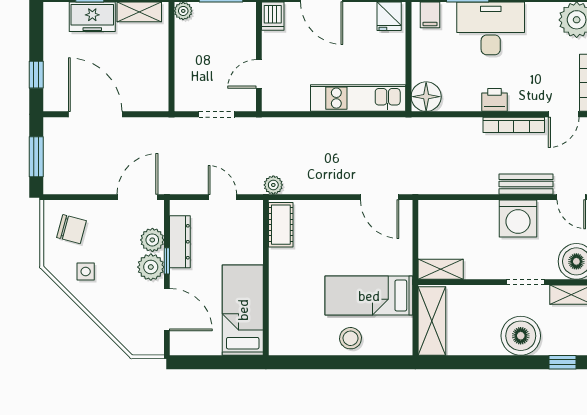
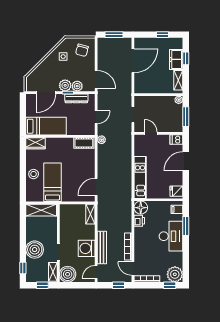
window: (36, 75) -> (162, 35), moved
printer: (494, 100) -> (139, 221), moved
bench: (526, 184) -> (102, 248), width x1.36
shelving: (441, 269) -> (90, 214), moved
wardrobe: (281, 334) -> (36, 143), added

